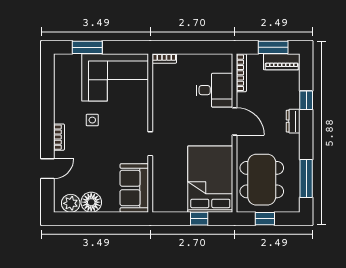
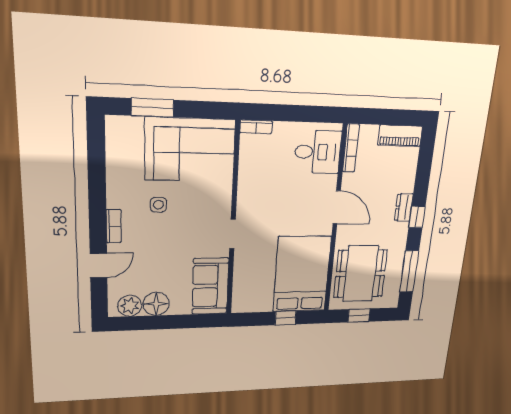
window: (273, 47) -> (392, 117), removed
desk: (214, 90) -> (318, 152), moved
window: (306, 100) -> (417, 217), moved

